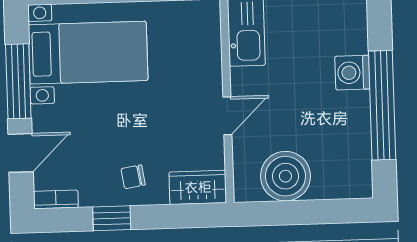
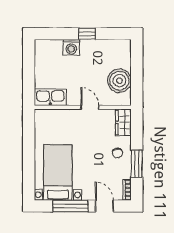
window: (382, 105) -> (87, 34), width x0.32
window: (112, 218) -> (137, 164), width x1.50

